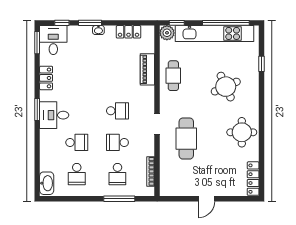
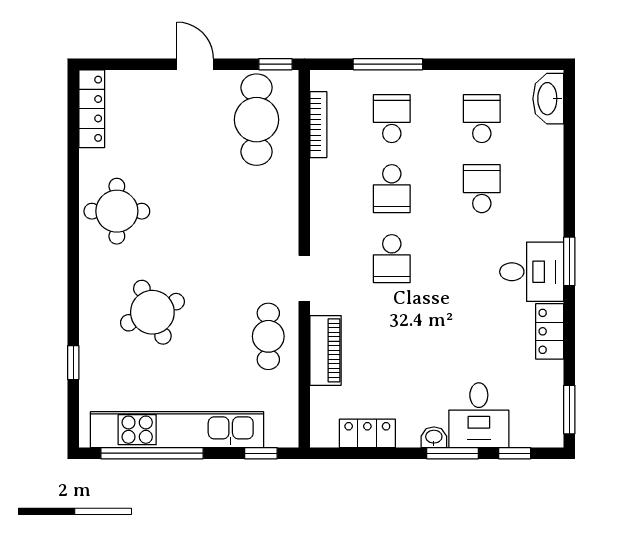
plant: (167, 33) -> (282, 431), removed
desk: (53, 40) -> (479, 415), moved
school desk: (117, 111) -> (392, 259), turned -90
desk: (54, 115) -> (532, 272), moved
doorway: (157, 124) -> (304, 278), moved
cafe table: (186, 139) -> (257, 120), moved
school desk: (77, 142) -> (482, 189), turned 90
school desk: (117, 142) -> (392, 189), turned 90
window: (170, 199) -> (275, 64), added
door: (206, 199) -> (195, 64), hinge flipped

